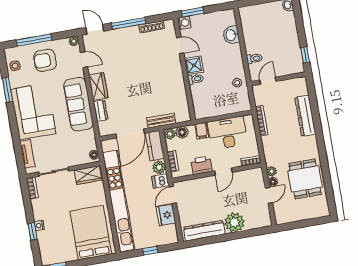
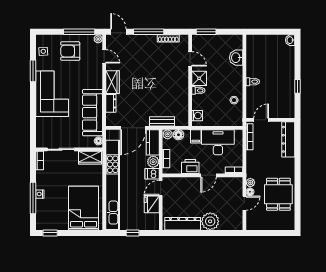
washing machine: (184, 23) -> (197, 116), moved
window: (34, 40) -> (79, 32), moved
wall: (278, 79) -> (270, 120), moved
door: (268, 81) -> (261, 120), moved
sofa: (78, 104) -> (93, 113), moved
tv unit: (27, 154) -> (41, 130), removed
window: (32, 231) -> (33, 198), width x2.17

